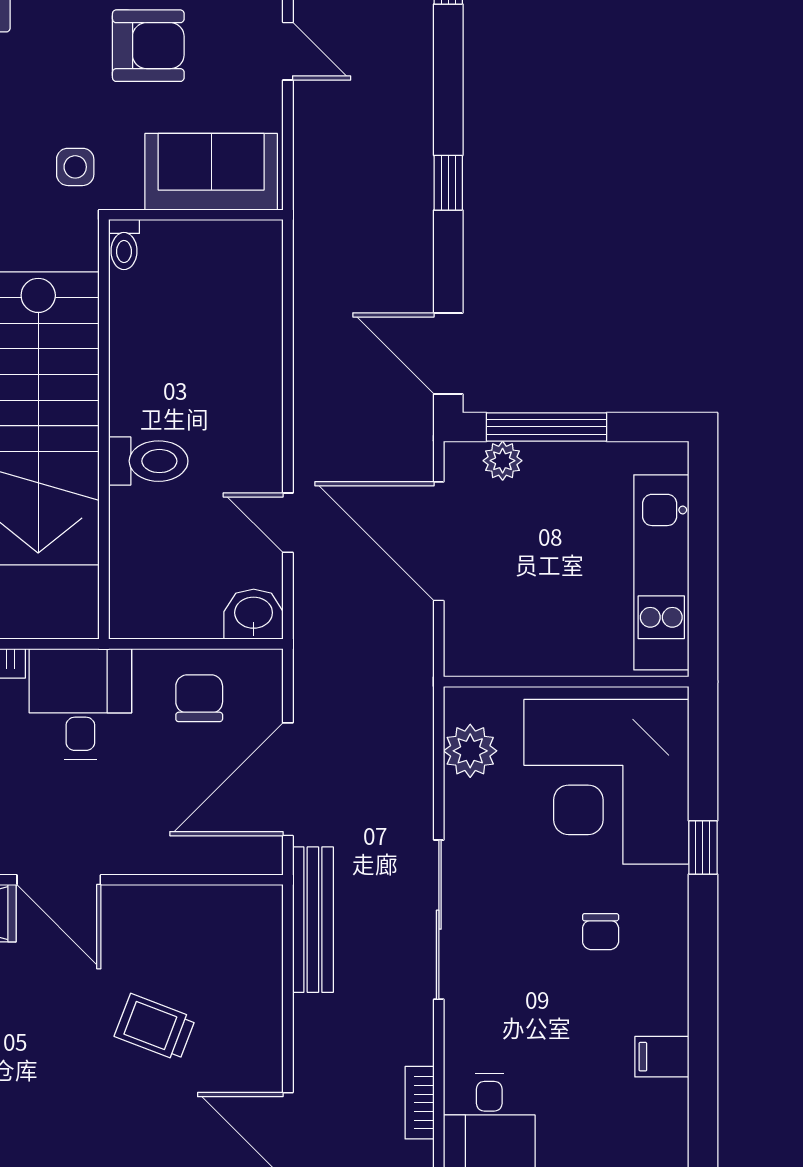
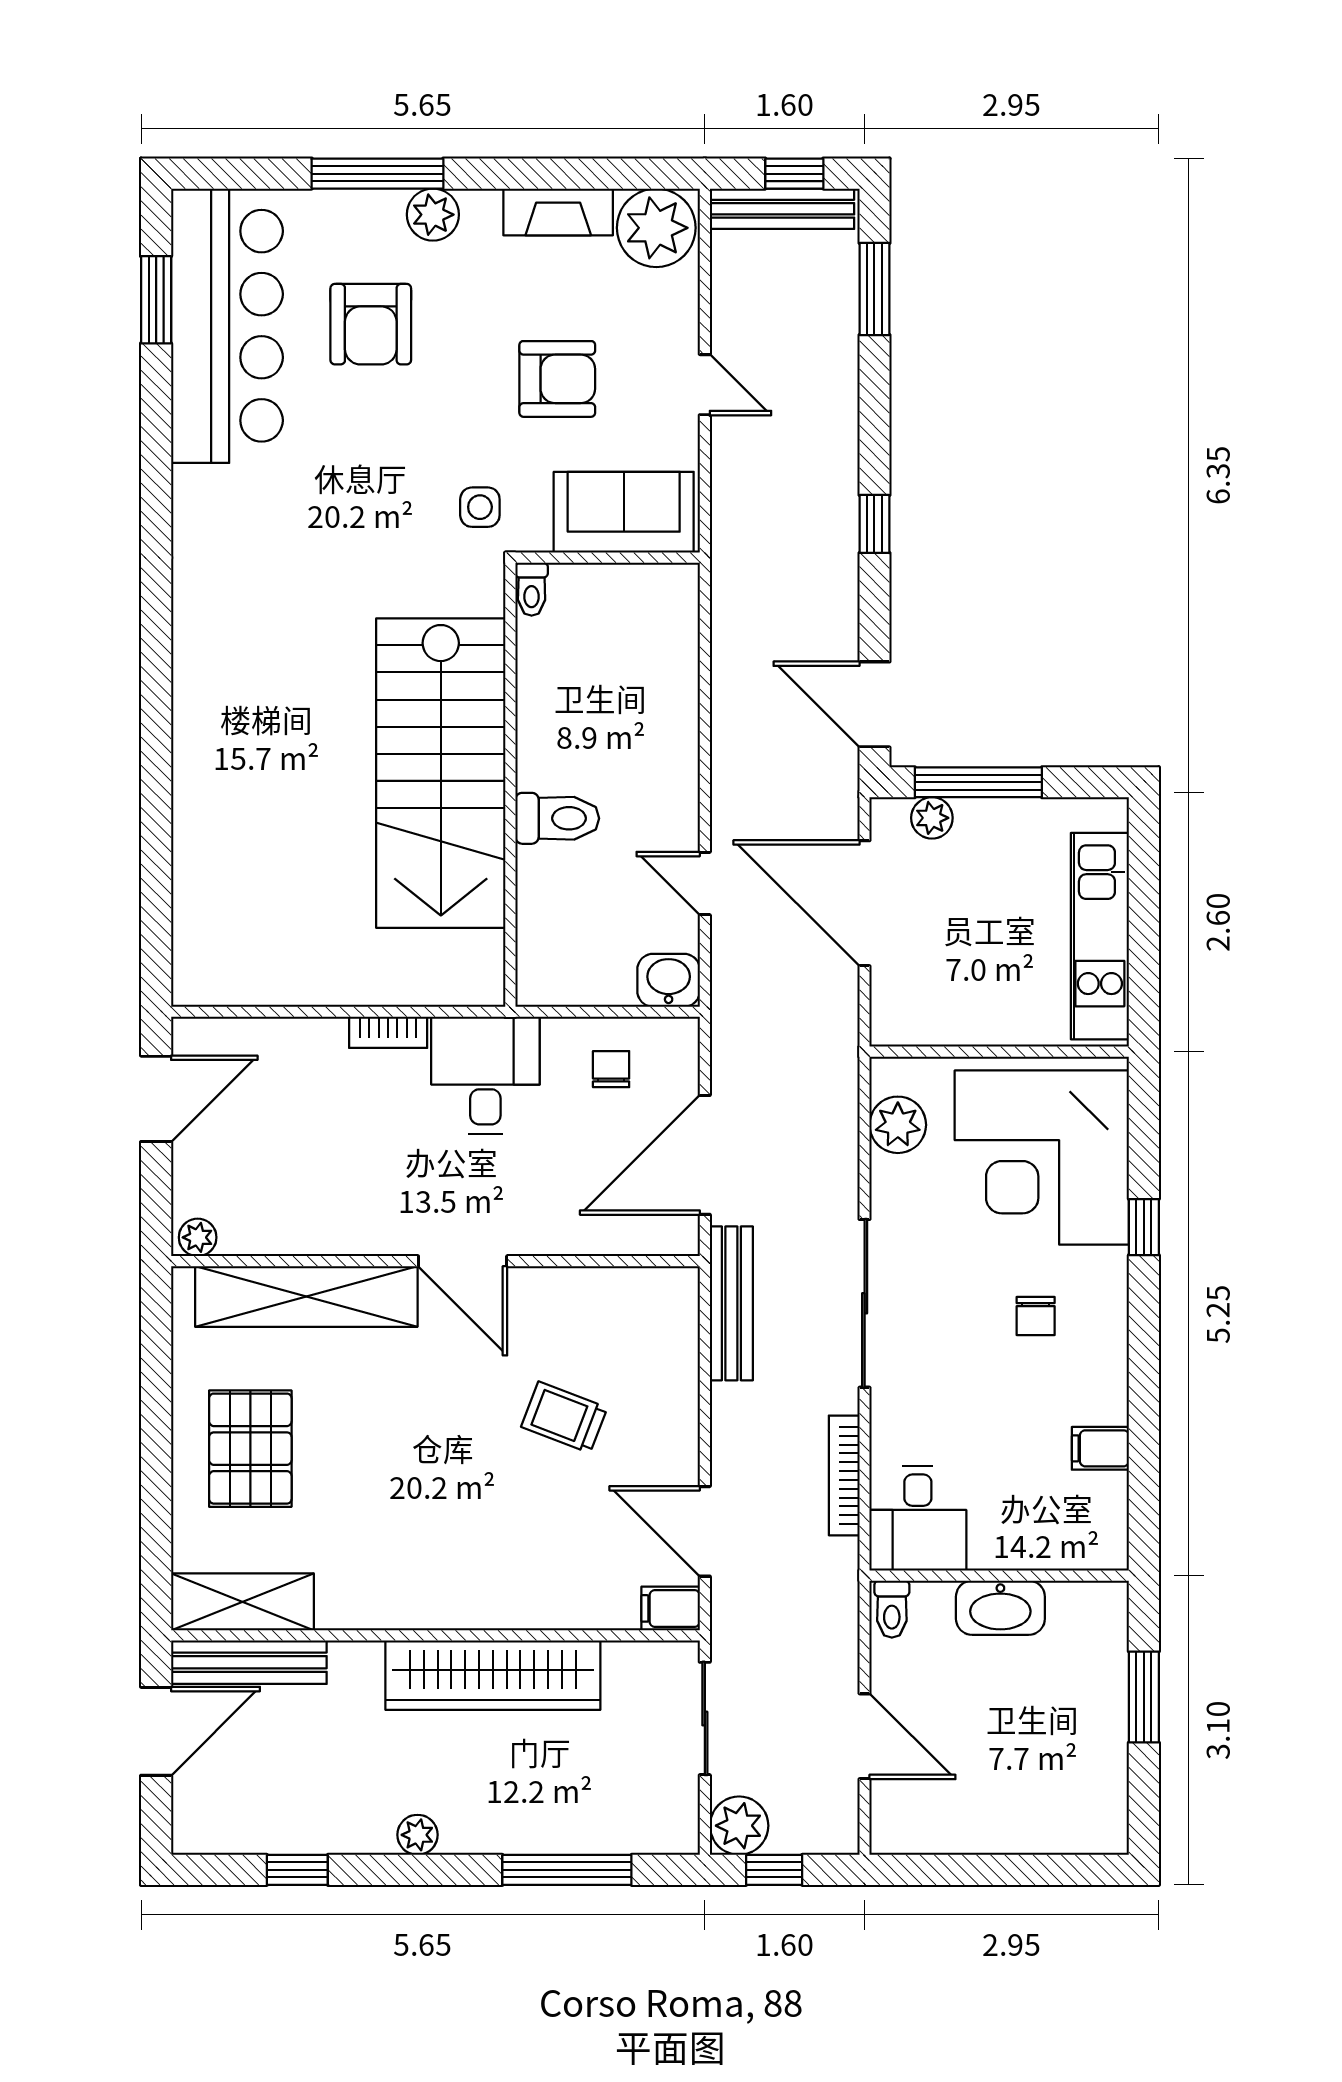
chair: (199, 698) -> (611, 1069), width x0.73, depth x0.73
bookcase: (420, 1103) -> (844, 1475), width x1.56

